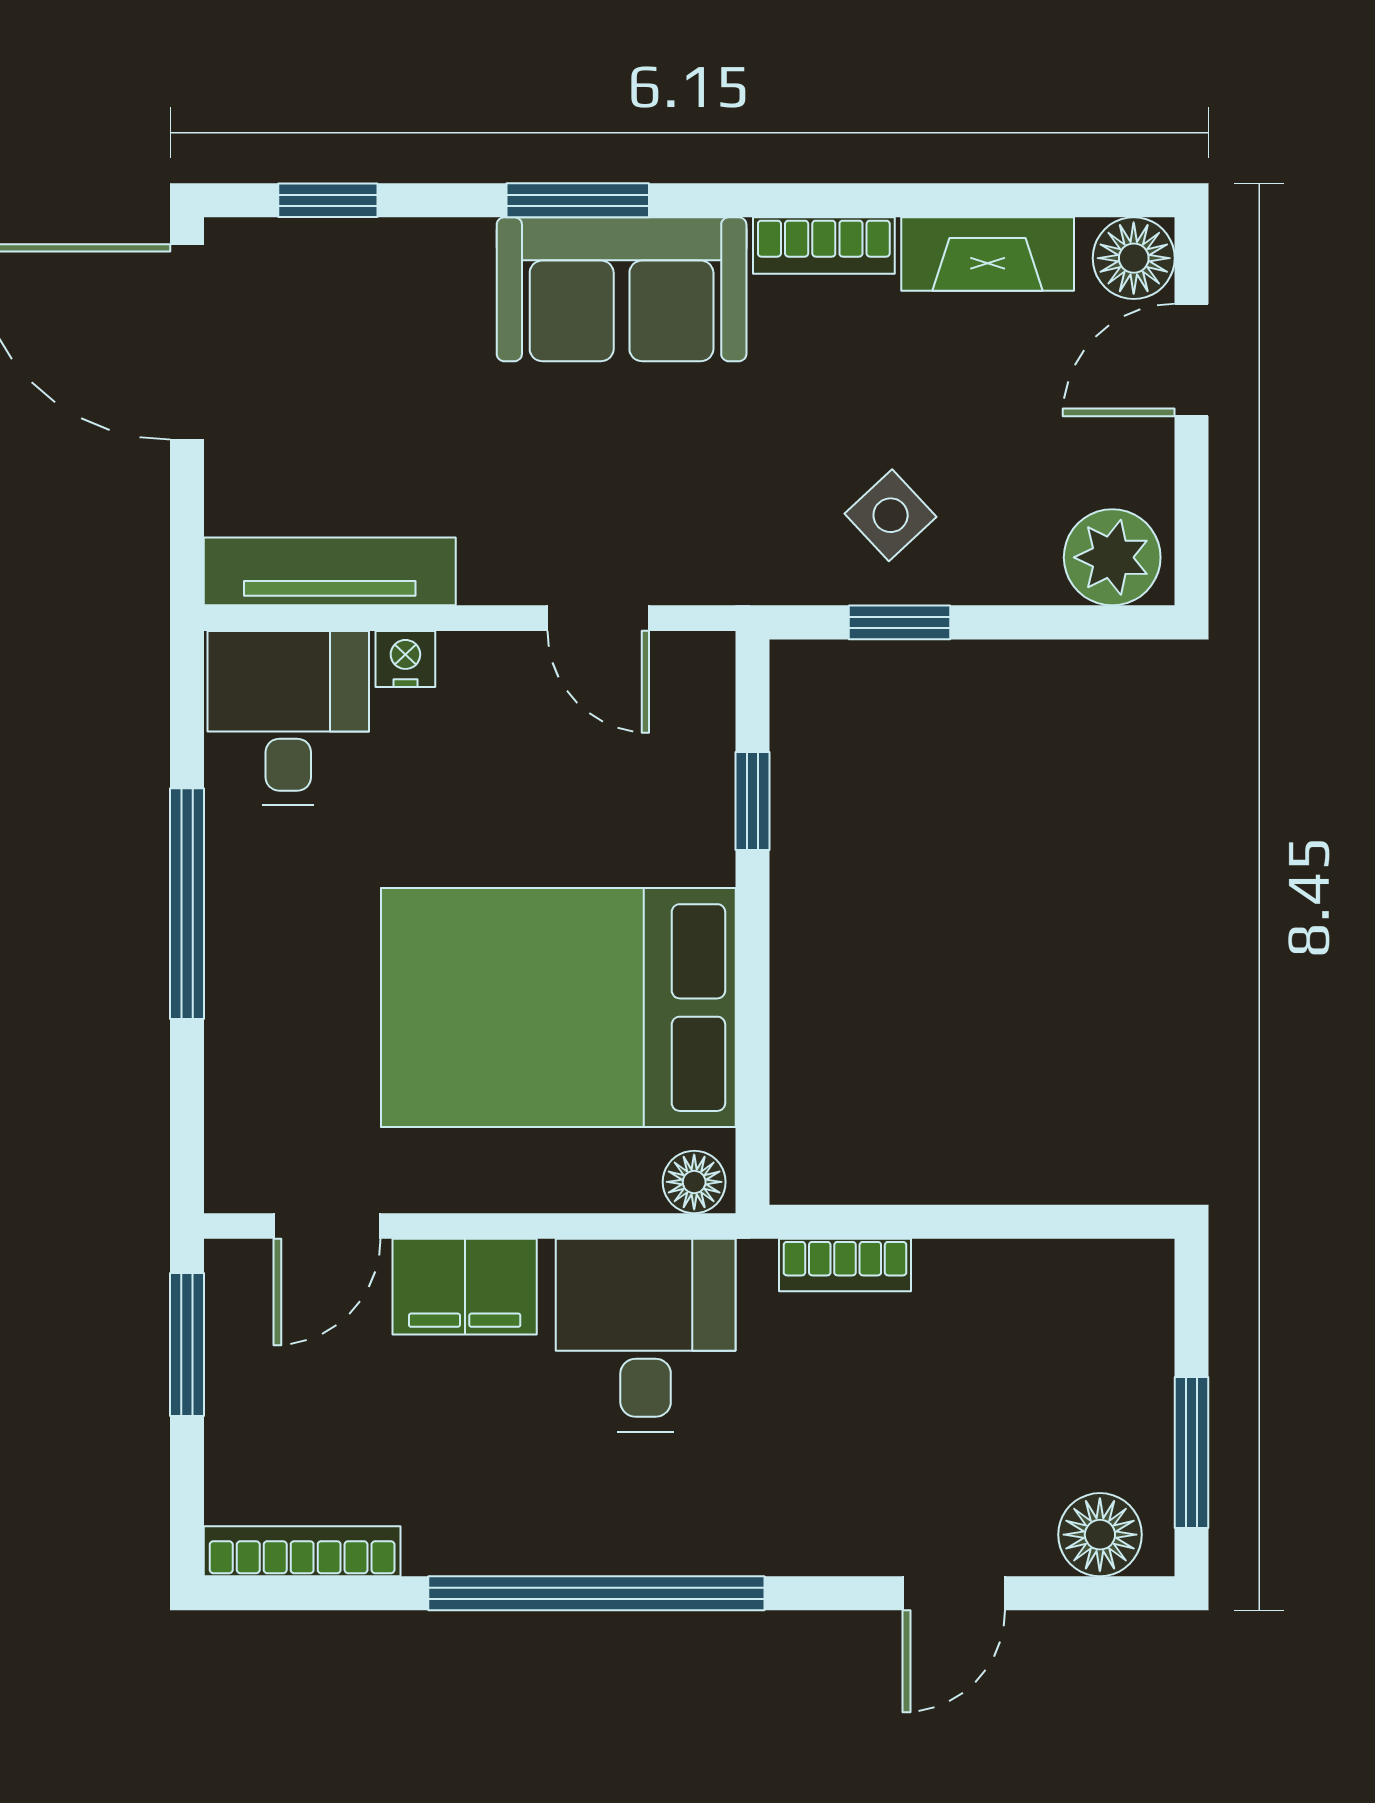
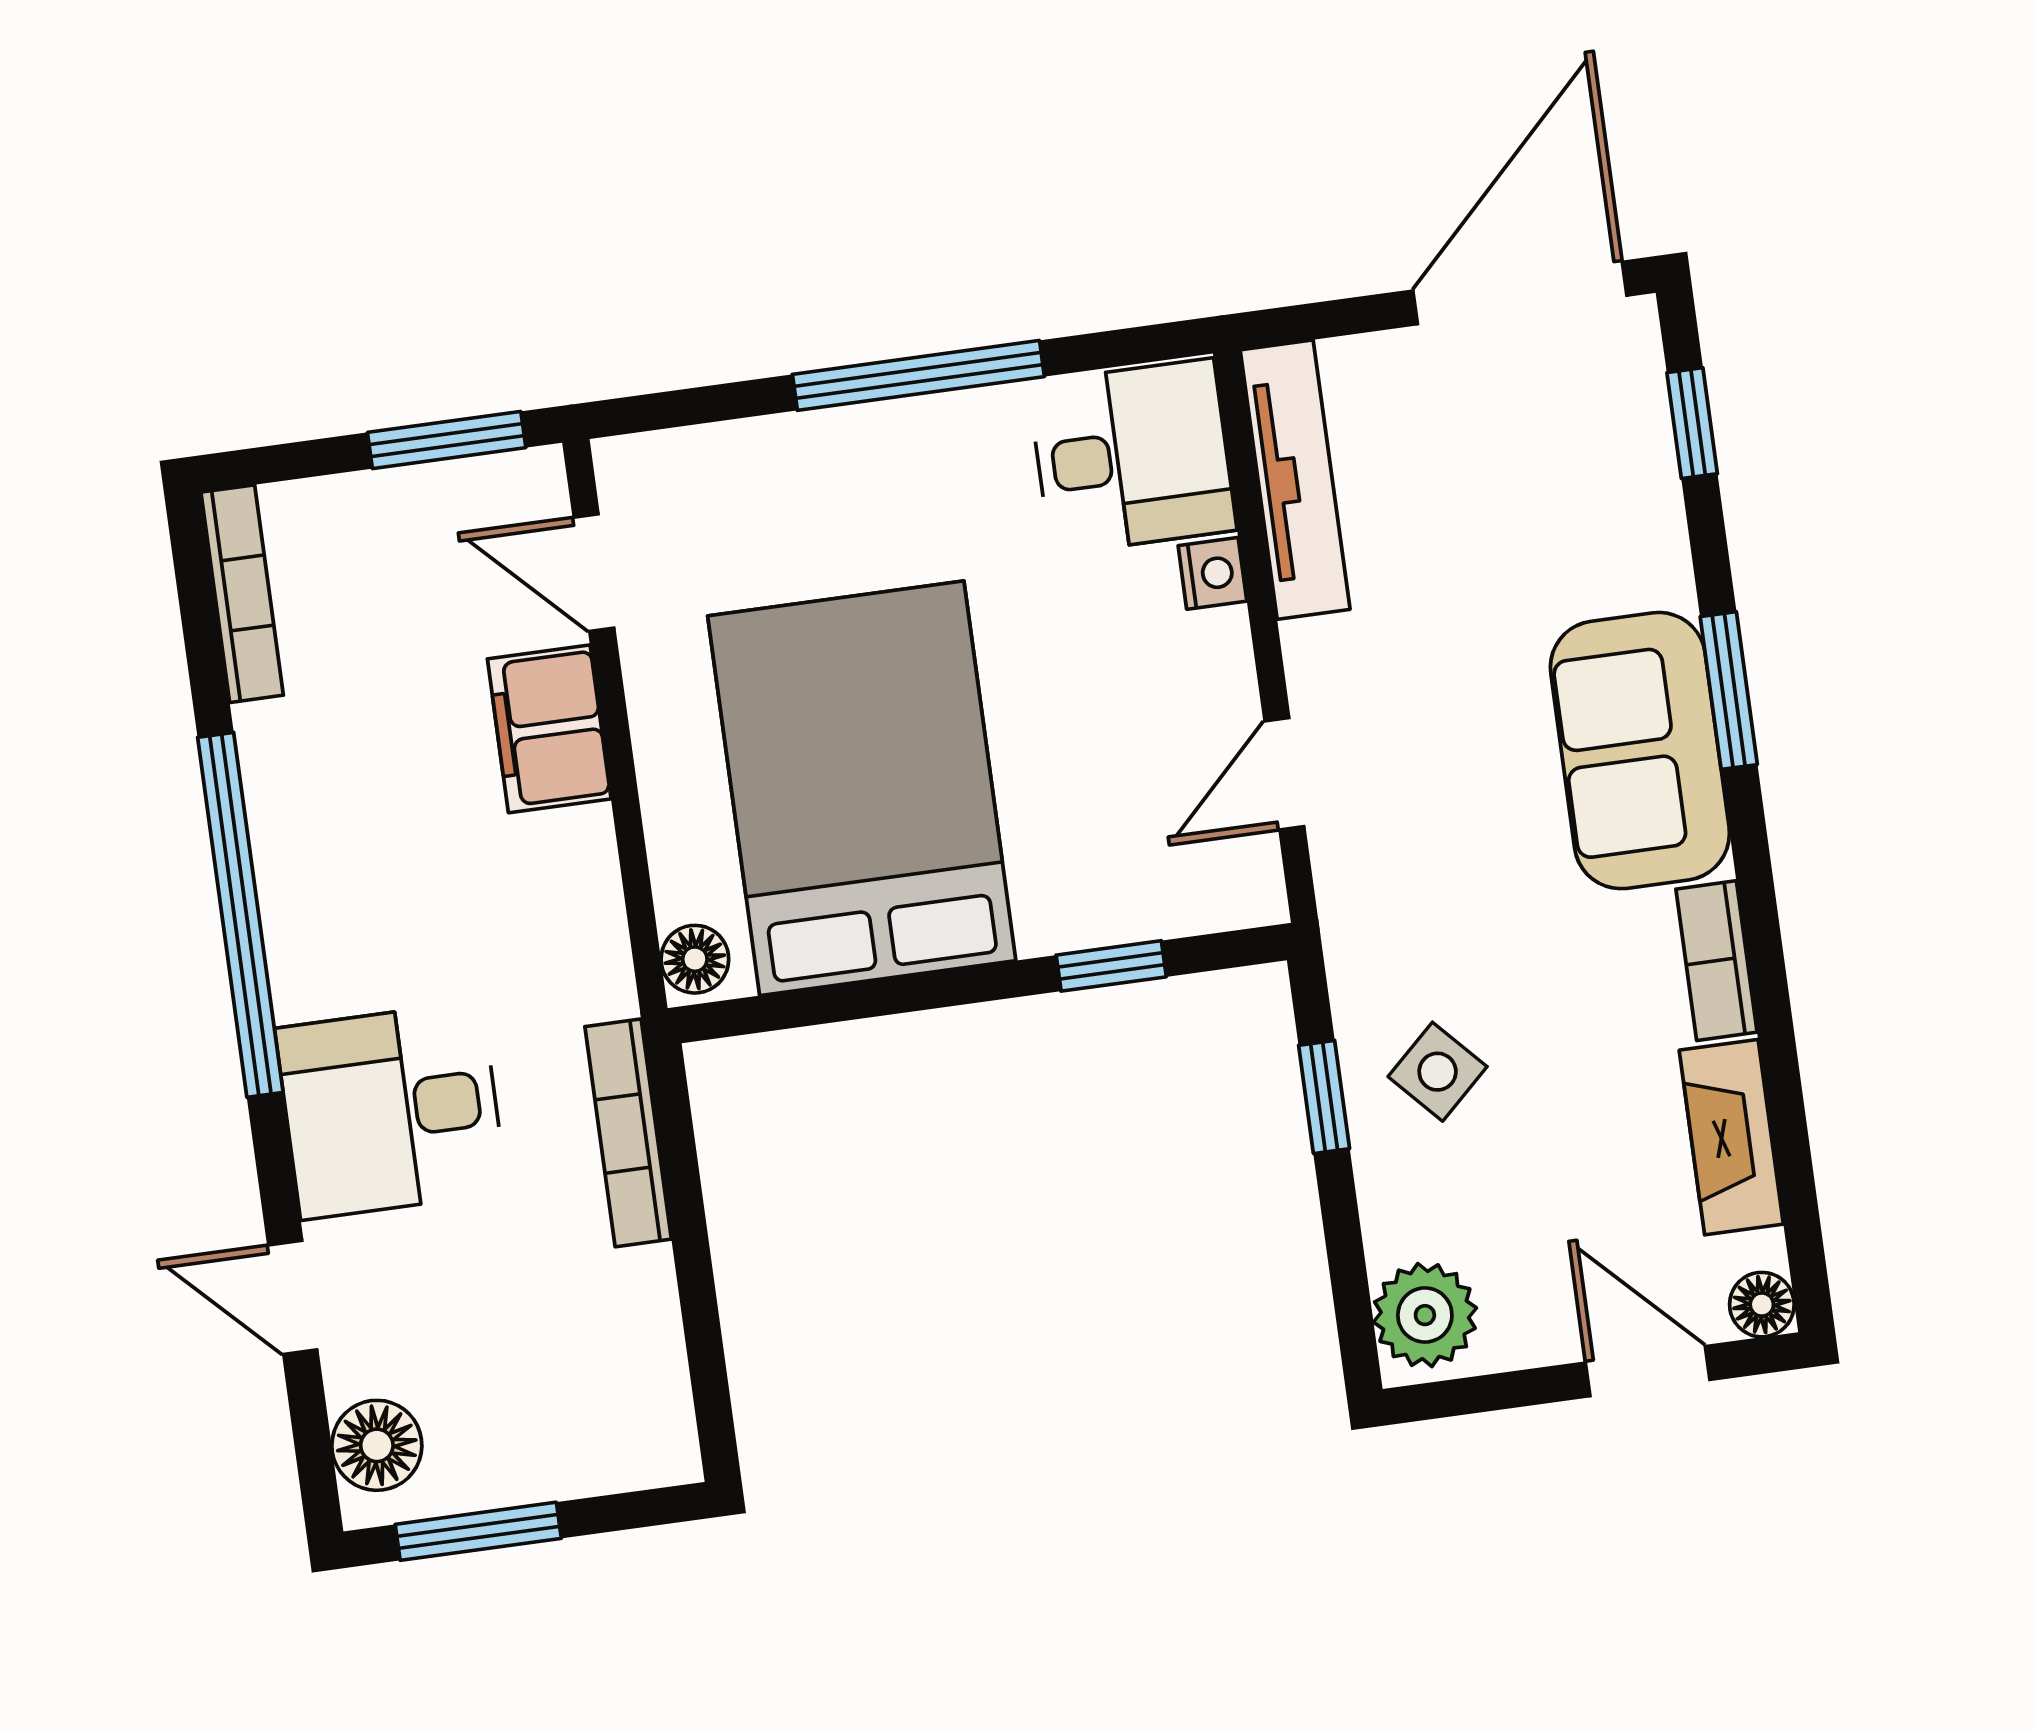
floor lamp: (1134, 258) -> (1762, 1305), width x0.73, depth x0.73
bookcase: (845, 1265) -> (628, 1133), width x1.56
desk: (646, 1335) -> (391, 1110), moved, turned 180

